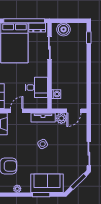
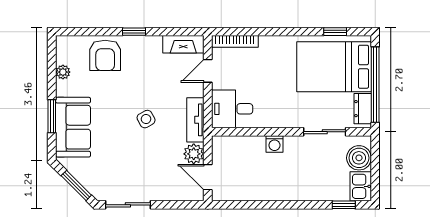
kitchen sink: (79, 29) -> (361, 186), added
desk: (36, 87) -> (232, 109), moved, turned 90
washing machine: (56, 94) -> (274, 144), moved
door: (17, 111) -> (208, 71), swing flipped

